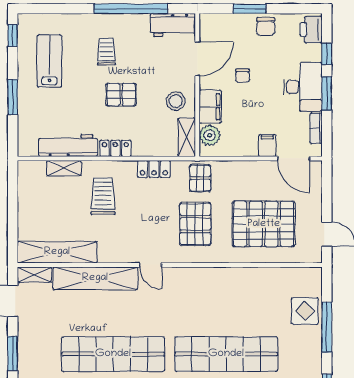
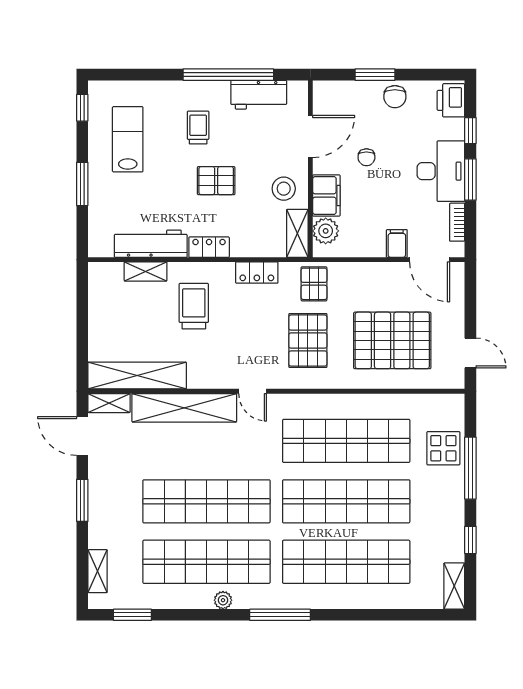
workbench: (173, 25) -> (259, 95), moved
shop shelf: (226, 305) -> (346, 441), added

